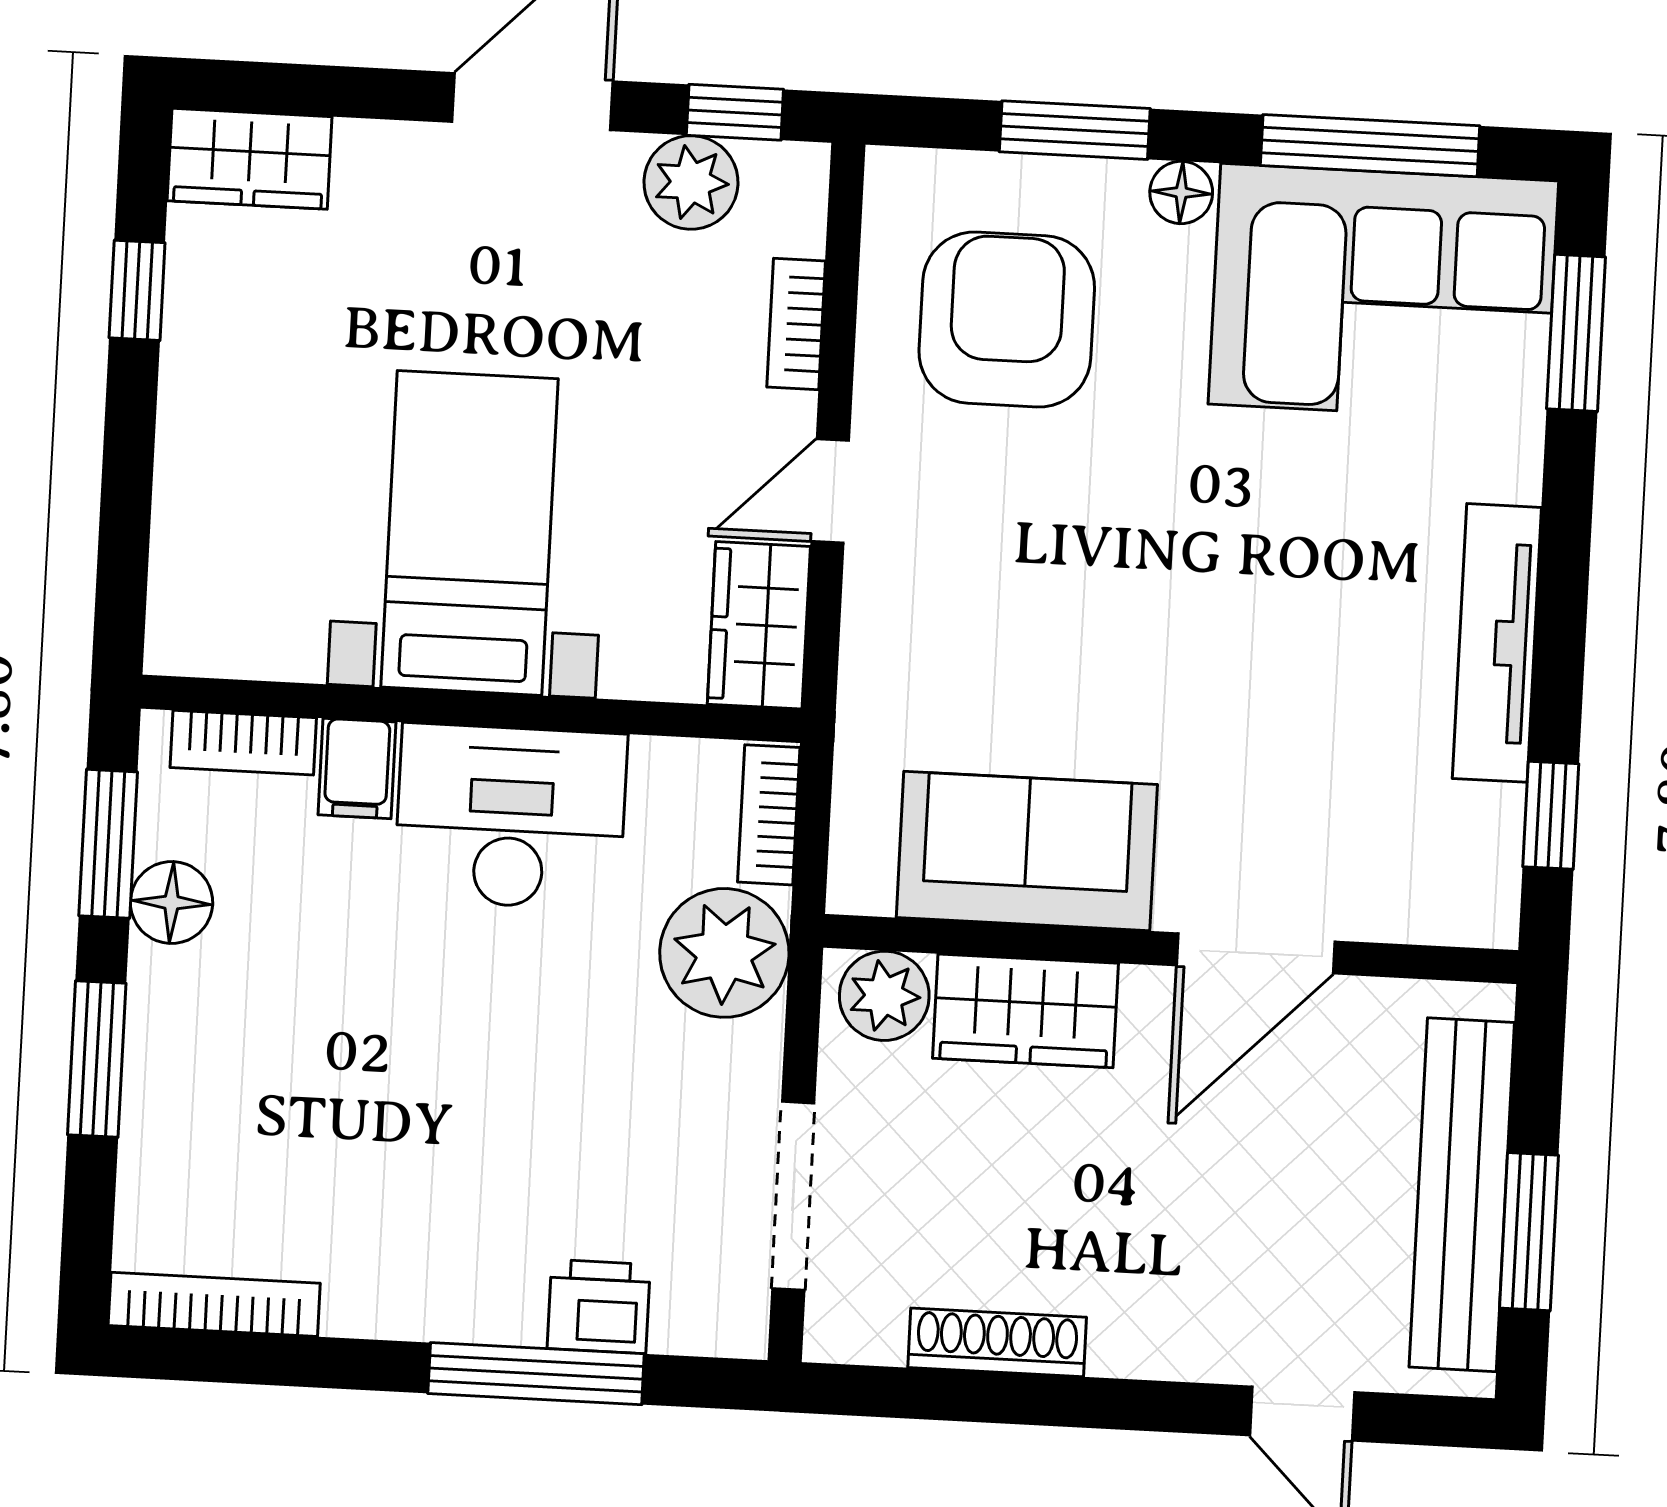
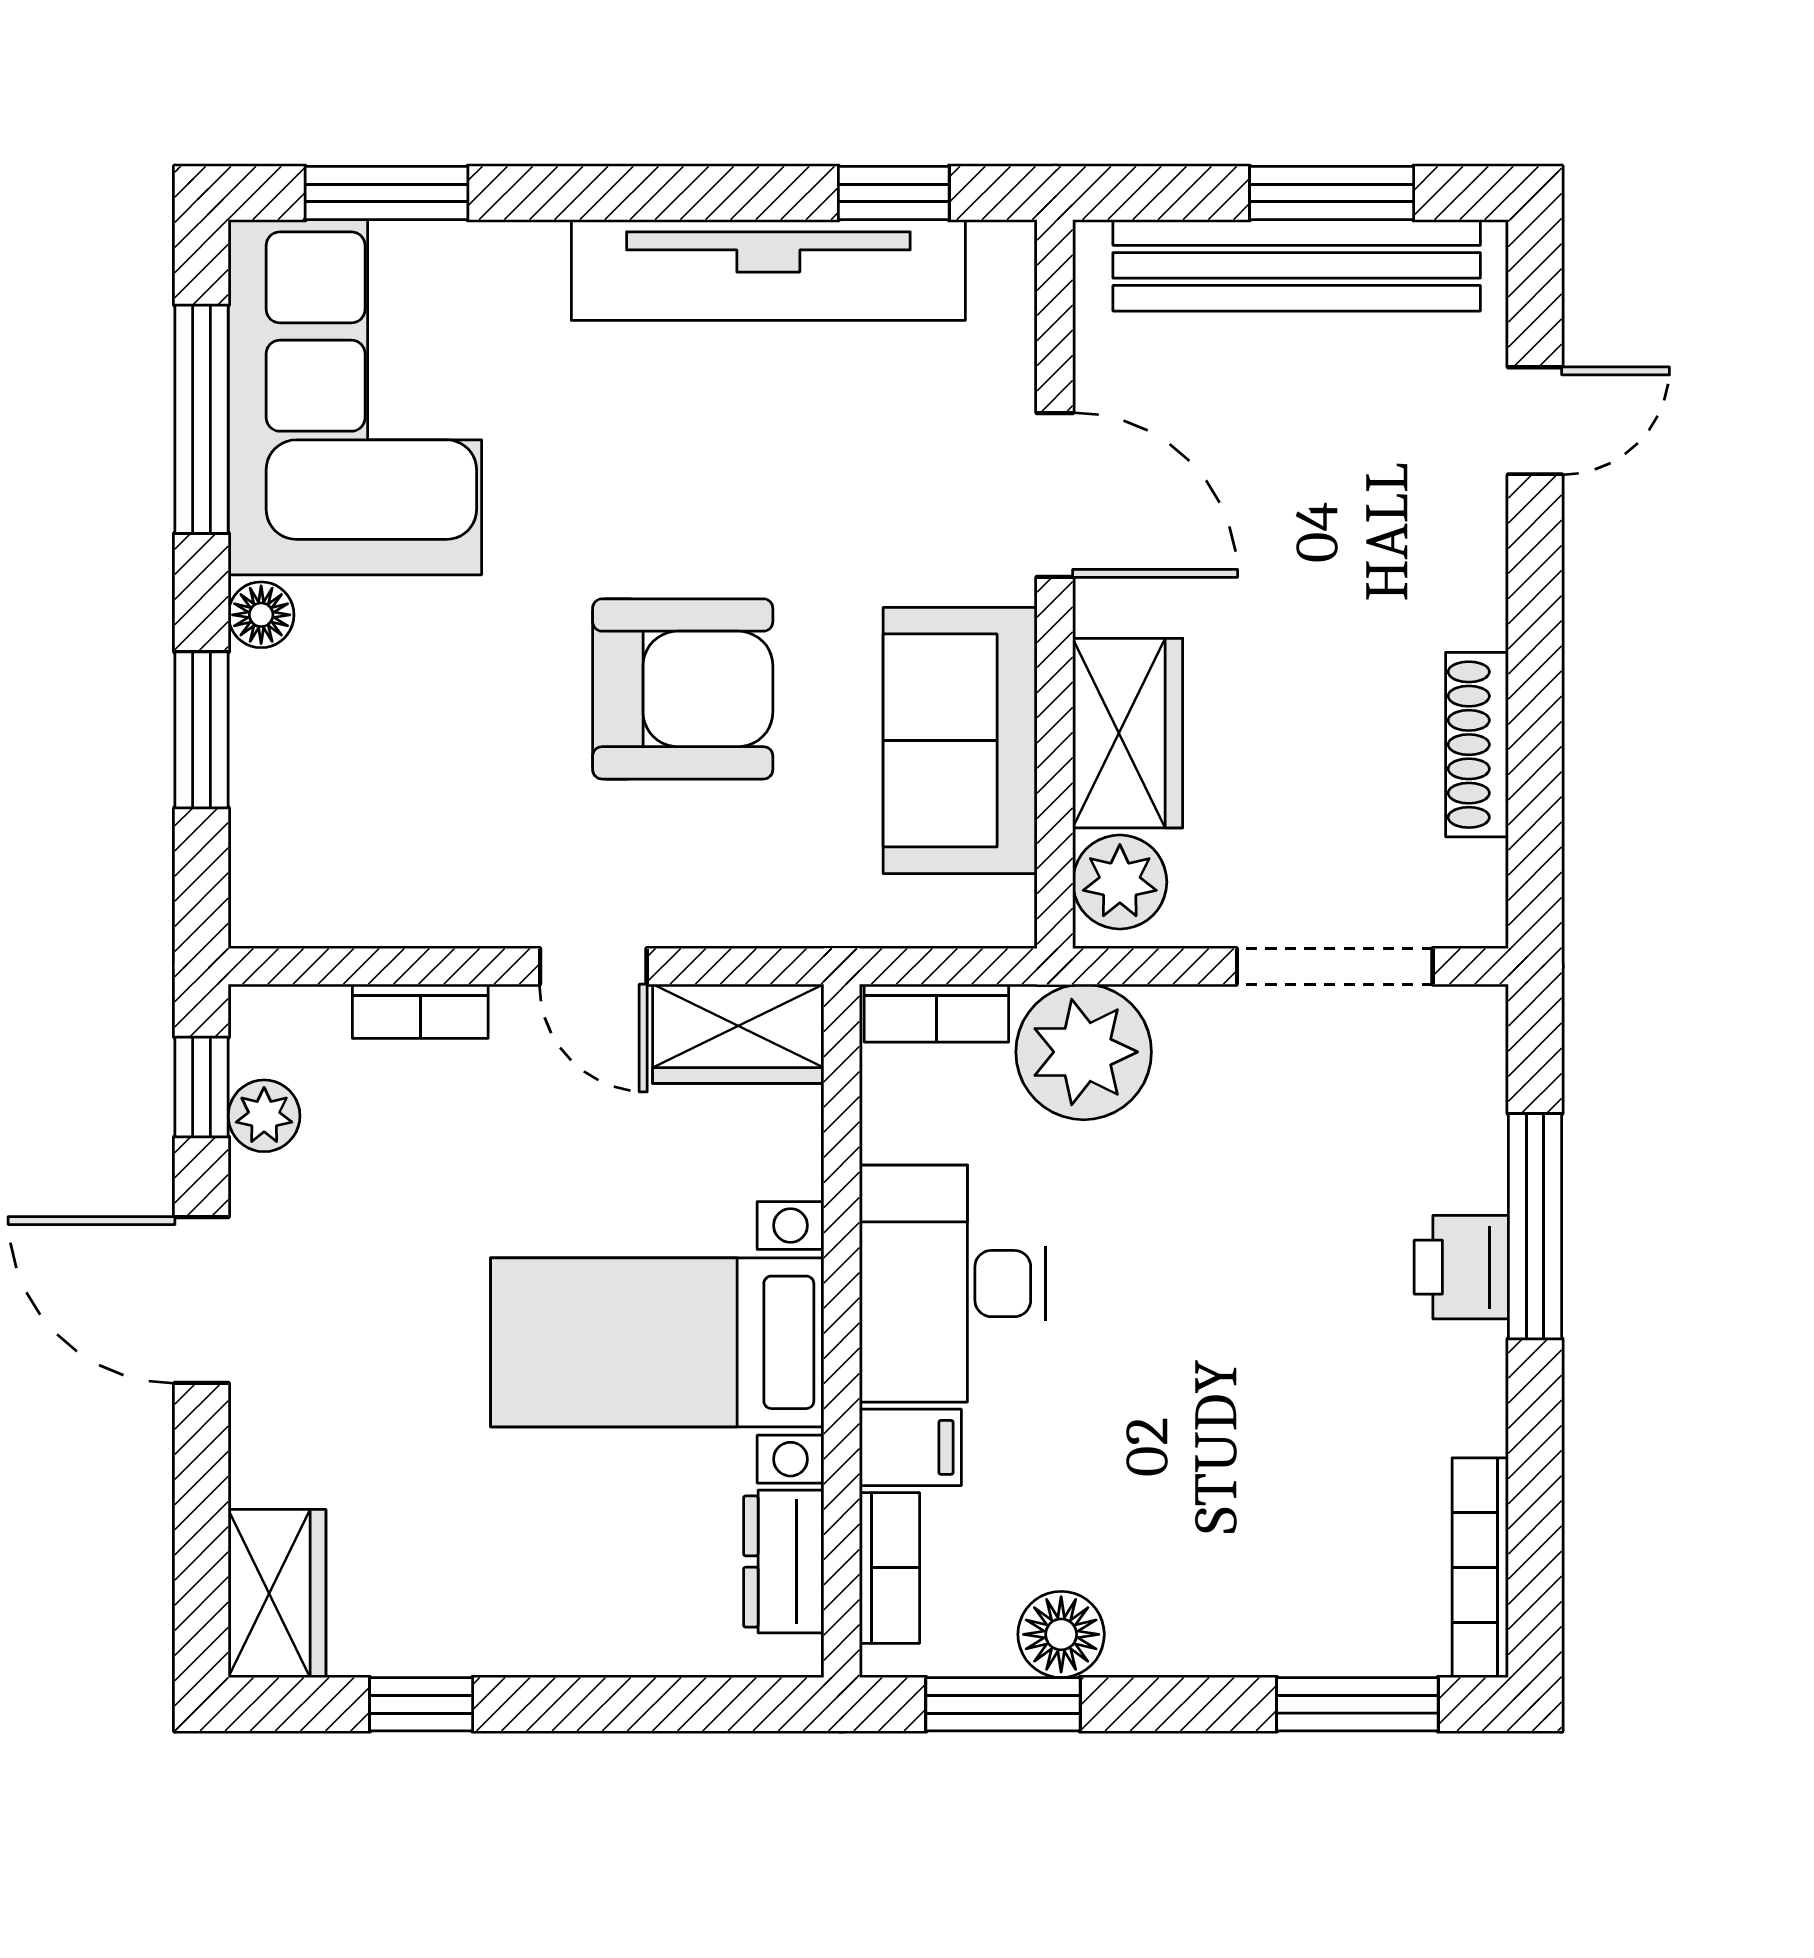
plant: (691, 182) -> (264, 1116), width x0.73, depth x0.73
armchair: (1007, 320) -> (683, 689), moved, turned 180
dresser: (255, 642) -> (784, 1562), added
tv unit: (1497, 643) -> (768, 270), width x1.36, depth x1.29
window: (97, 1059) -> (1357, 1704), moved
printer: (599, 1306) -> (1461, 1267), moved

